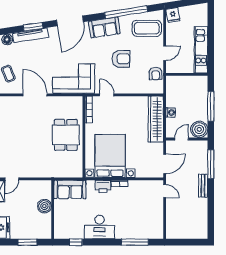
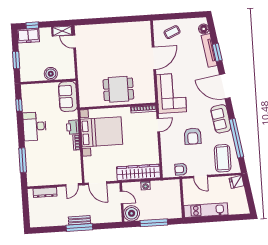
window: (211, 164) -> (79, 227), moved
dresser: (171, 220) -> (45, 192), added

